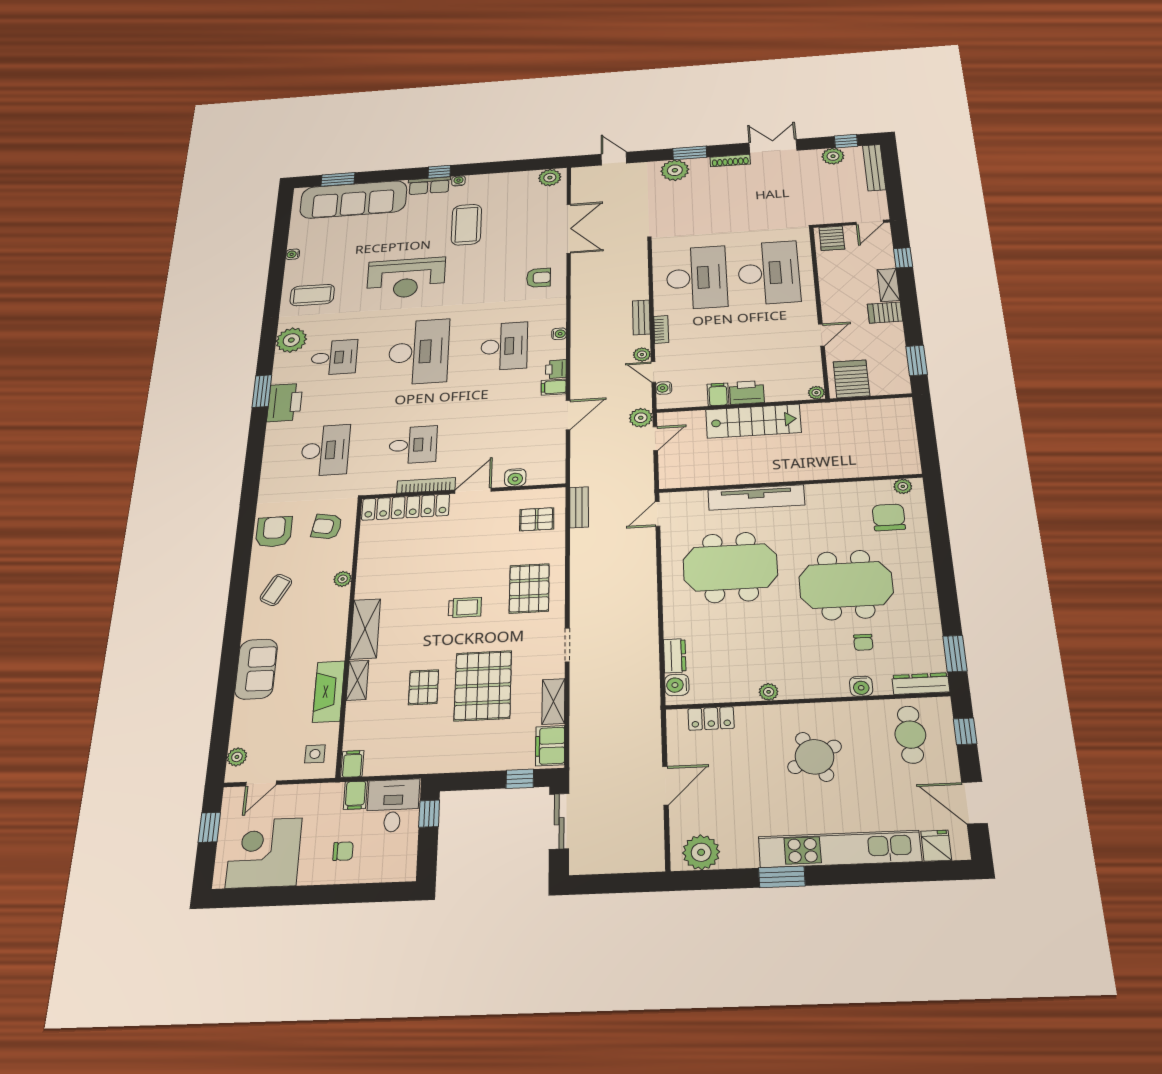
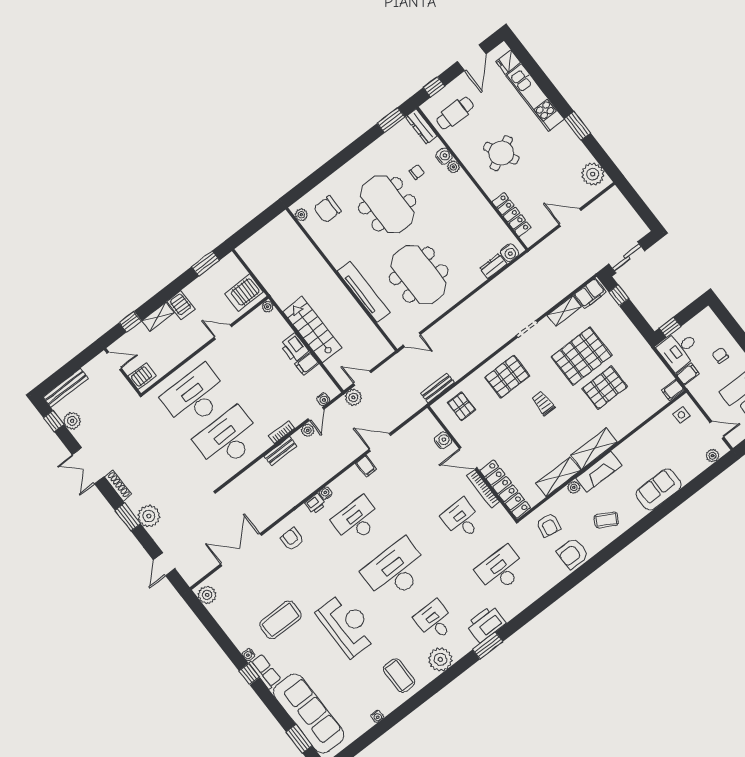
printer: (556, 369) -> (315, 504), moved
shelving: (358, 680) -> (558, 477), moved, width x1.50, depth x1.33
pallet: (424, 687) -> (605, 388), width x1.50, depth x1.42
fireplace: (329, 691) -> (599, 472), moved
plant: (769, 692) -> (453, 167), moved
locker: (711, 719) -> (512, 215), width x1.53
kitchen unit: (840, 849) -> (535, 97), width x0.73

